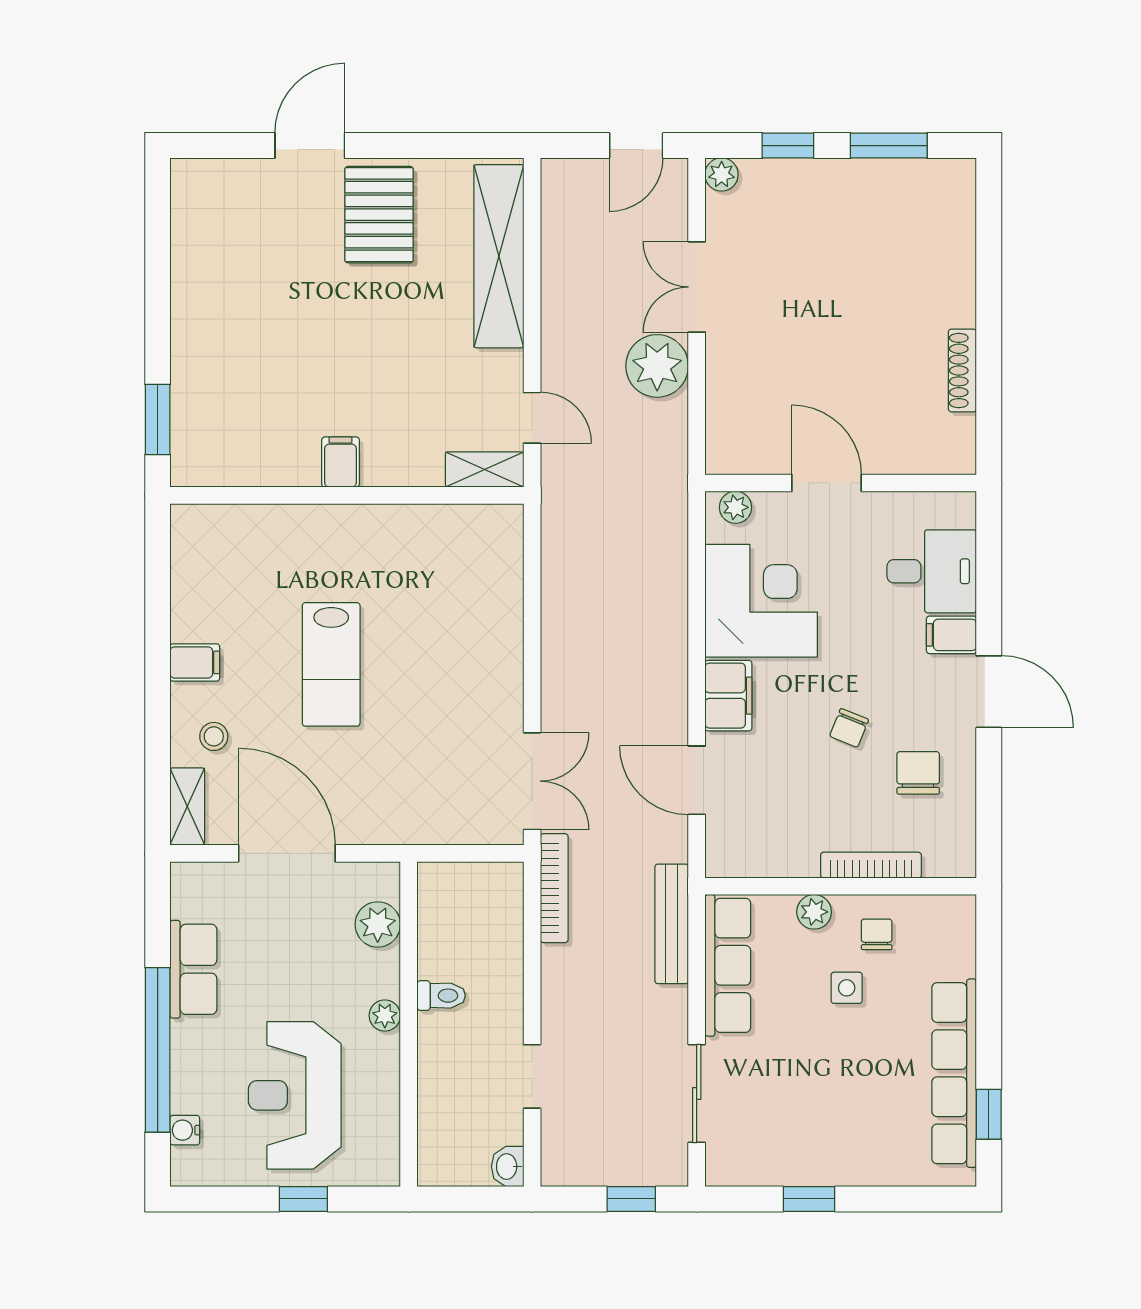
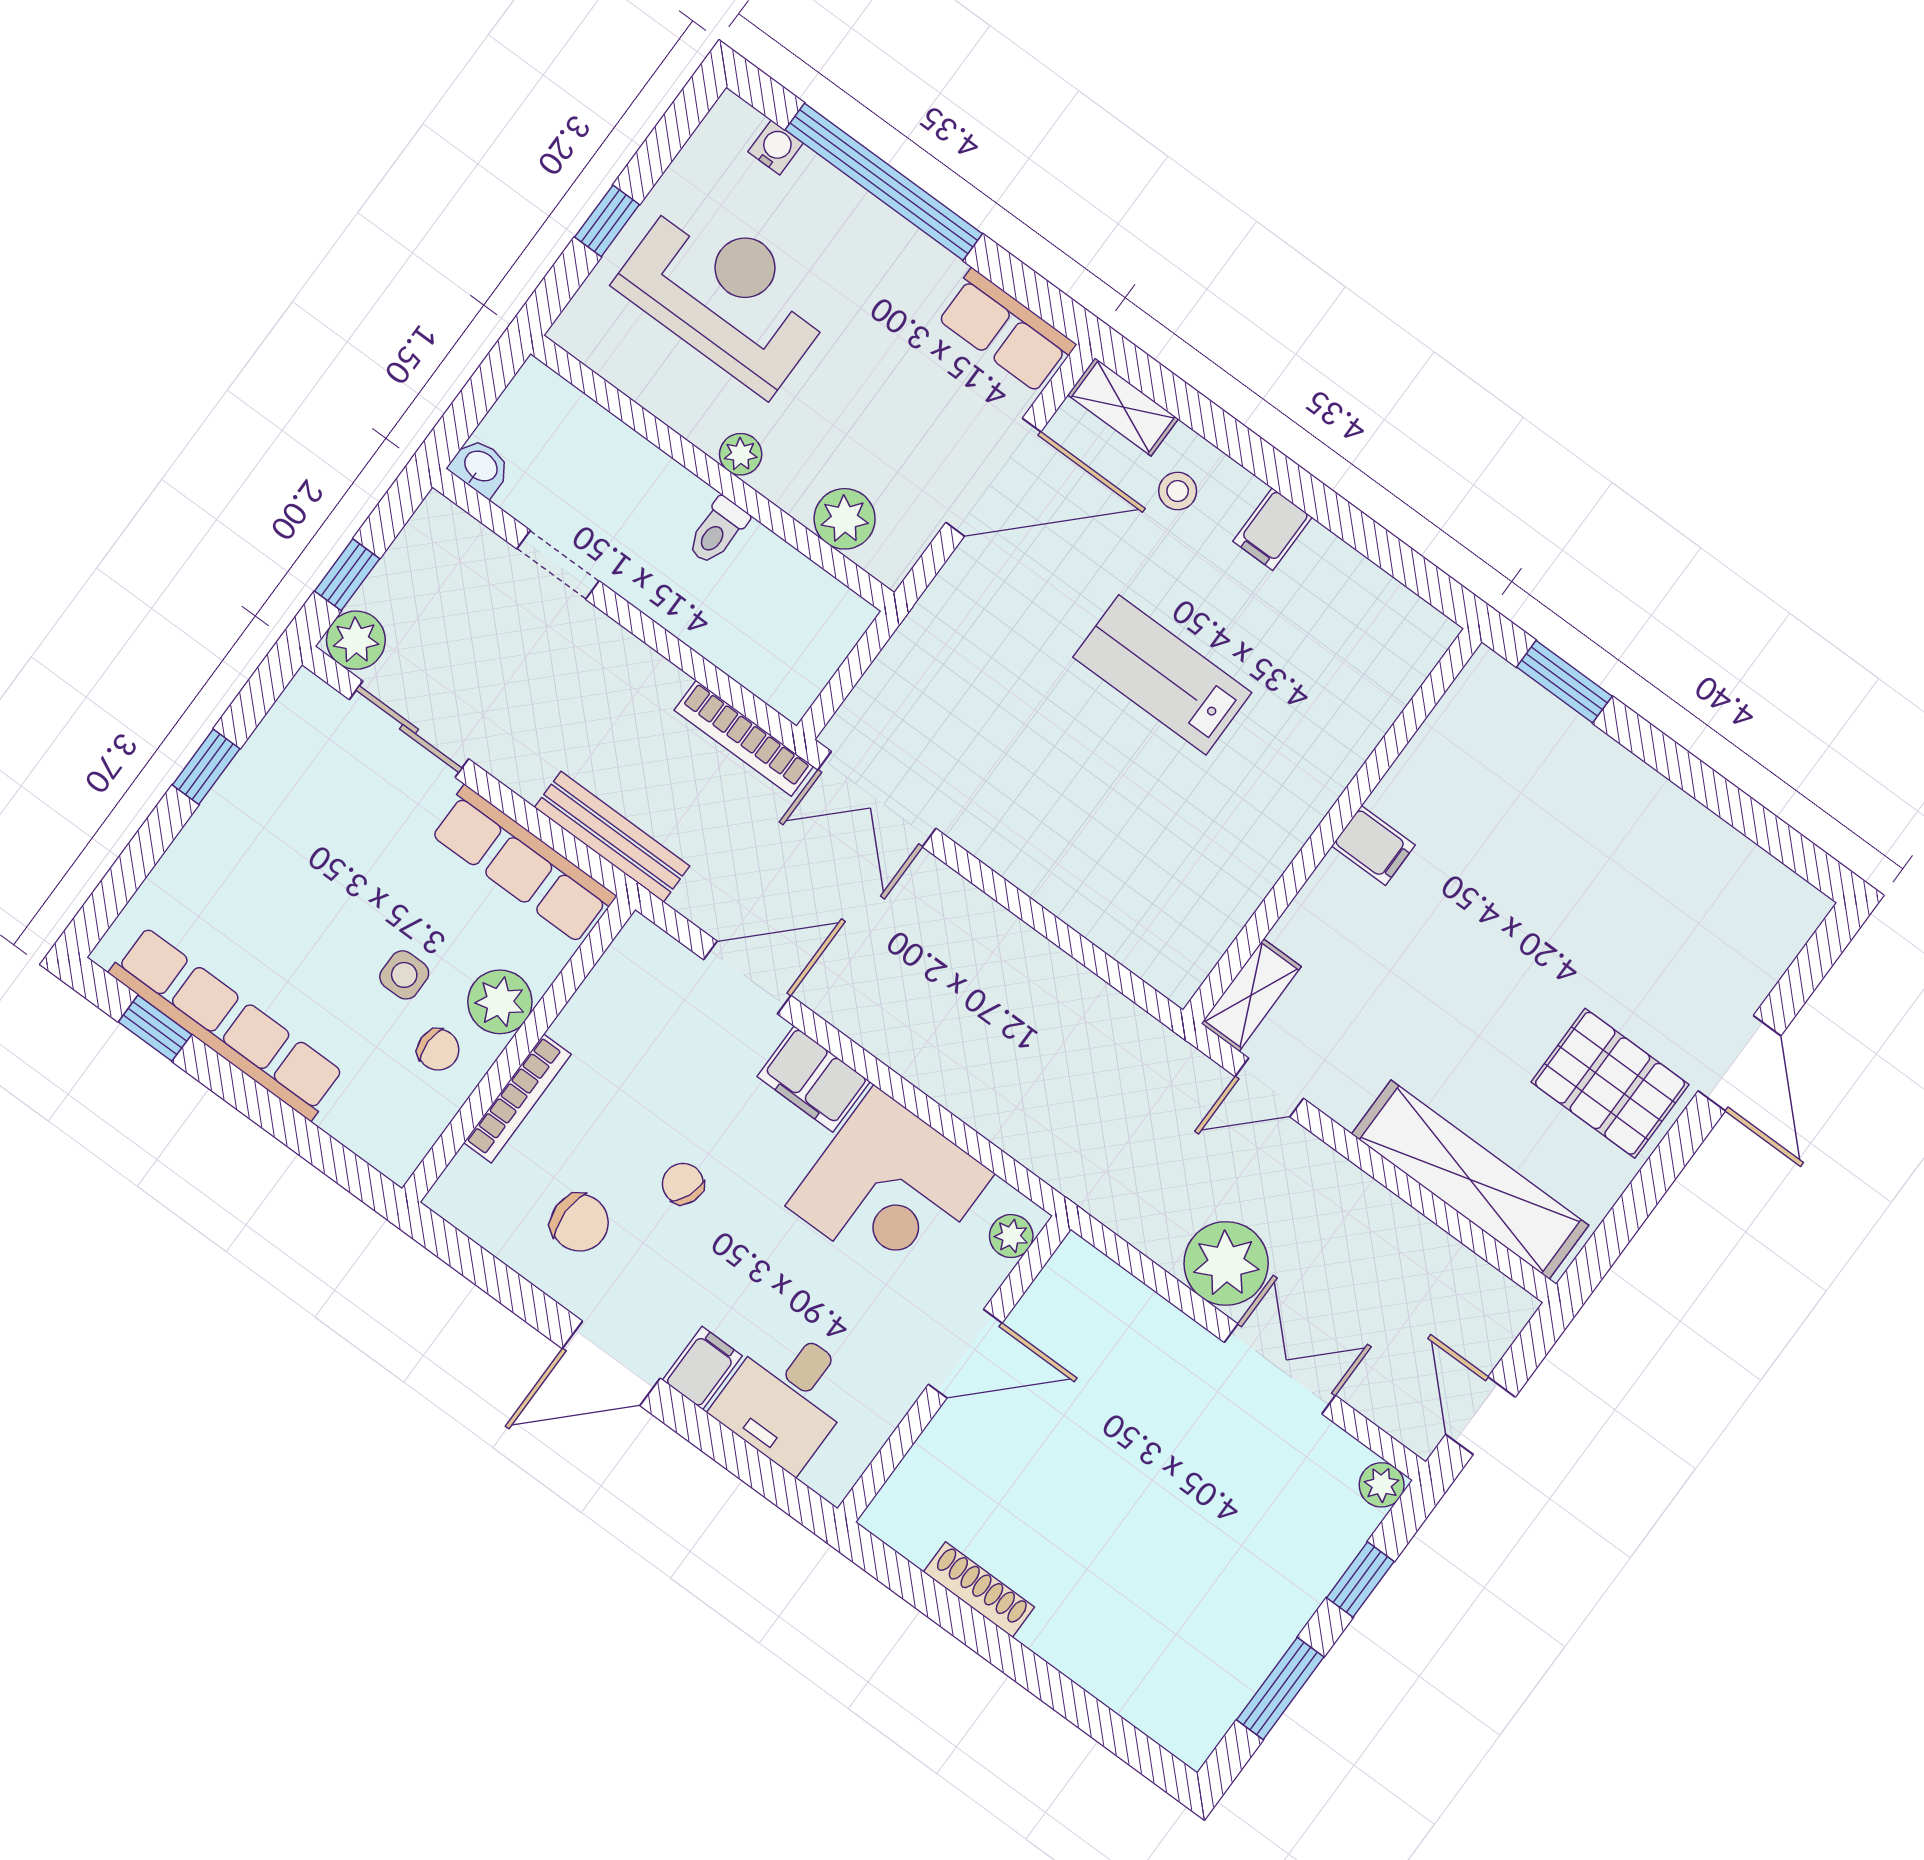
plant: (814, 912) -> (500, 1002), width x1.38, depth x1.38
row of seats: (193, 969) -> (1006, 331), moved
plant: (667, 1165) -> (356, 640), added

